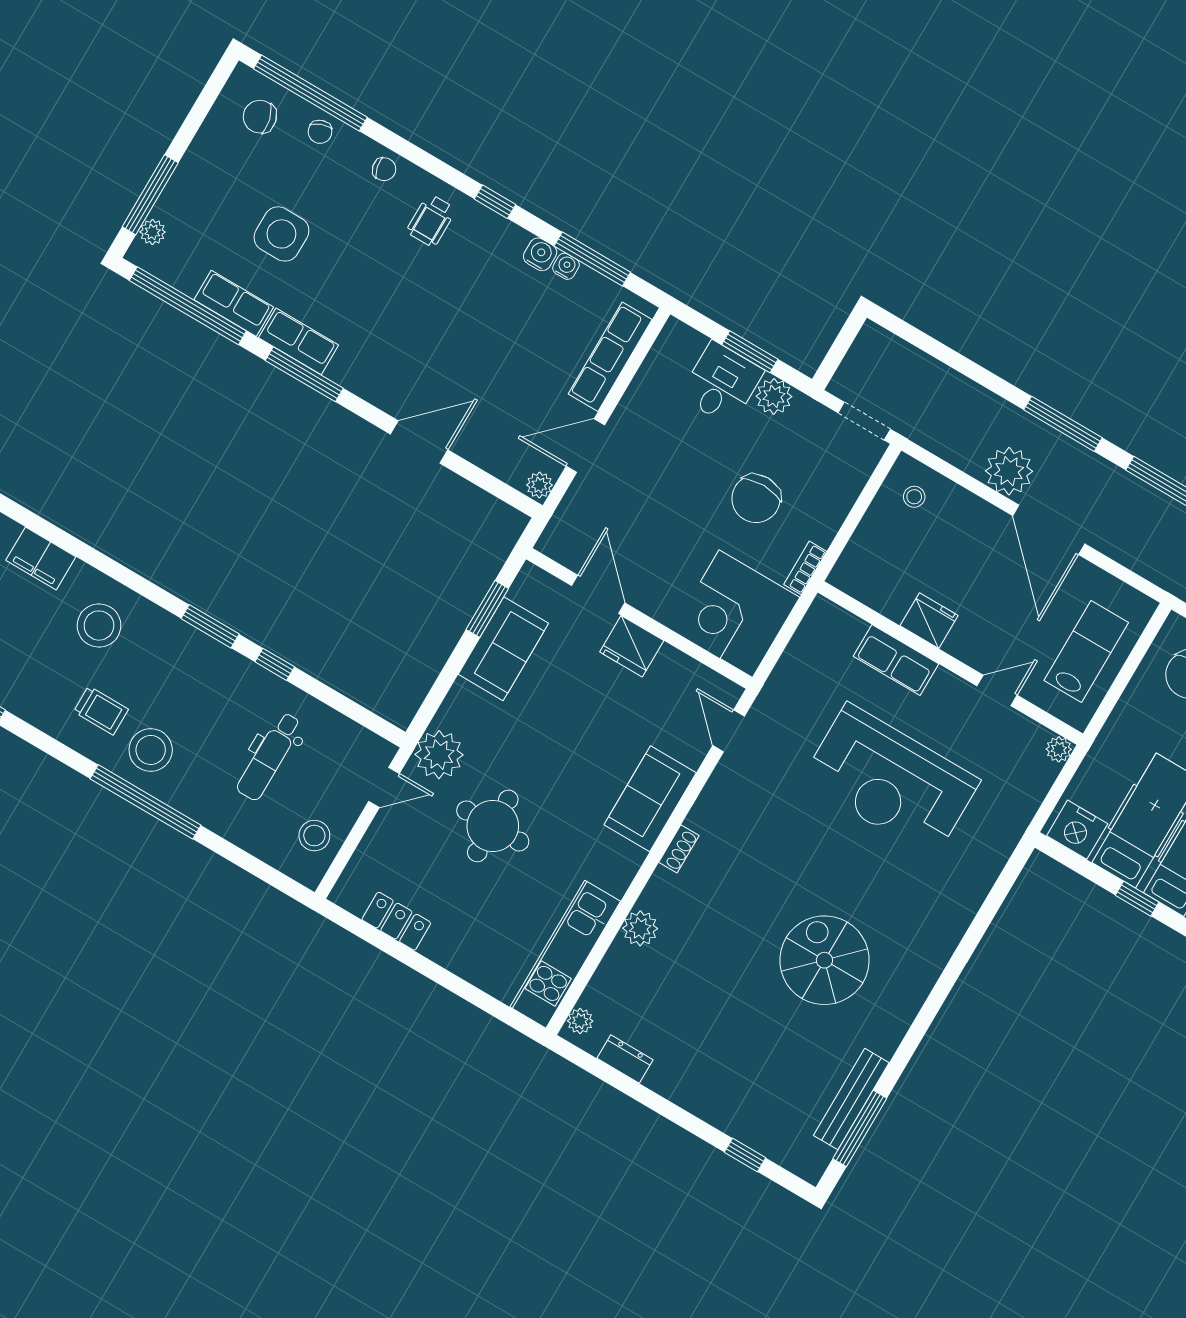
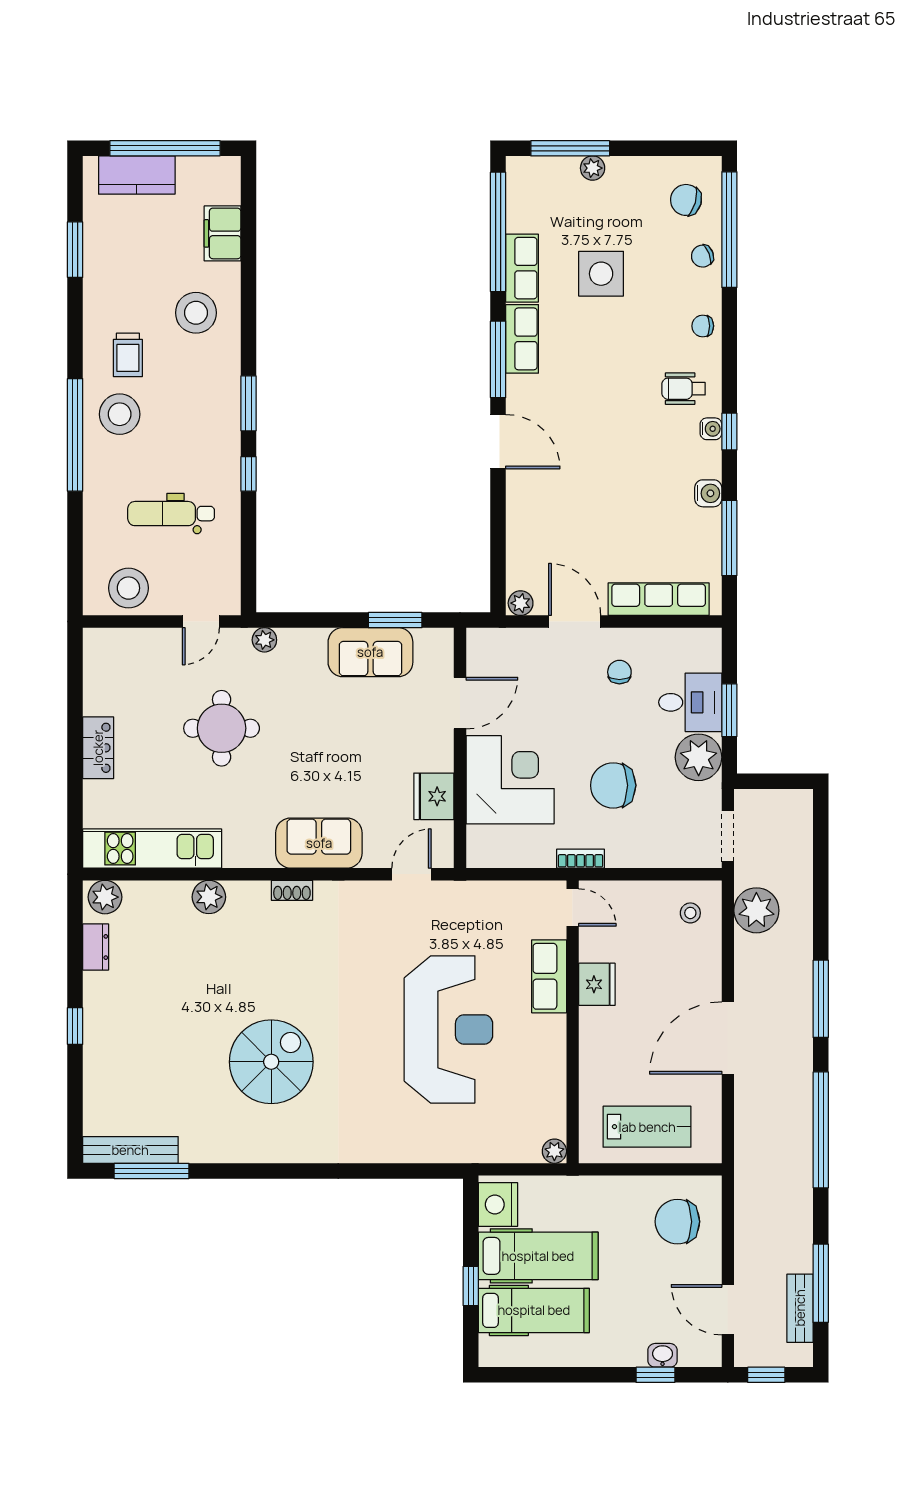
chair: (260, 117) -> (686, 200), turned -60
chair: (384, 169) -> (703, 326), turned 103
plant: (153, 232) -> (593, 168), moved
water cooler: (566, 266) -> (711, 429), moved
plant: (774, 396) -> (699, 757), width x1.36, depth x1.36
chair: (656, 432) -> (619, 672), added
door: (419, 442) -> (498, 442), moved
plant: (1009, 471) -> (756, 910), moved
corner desk: (736, 614) -> (510, 780), moved, turned 90
fridge: (632, 646) -> (434, 796), moved
door: (997, 691) -> (573, 908), moved
plant: (439, 755) -> (264, 640), width x0.53, depth x0.53
reception desk: (890, 781) -> (448, 1029), turned 180
door: (384, 787) -> (201, 622), hinge flipped
stool: (314, 836) -> (128, 588), width x1.38, depth x1.38
locker: (396, 921) -> (98, 748), moved
plant: (580, 1021) -> (105, 897), width x1.38, depth x1.38
bench: (851, 1099) -> (130, 1150), moved
window: (745, 1155) -> (75, 1026), moved

